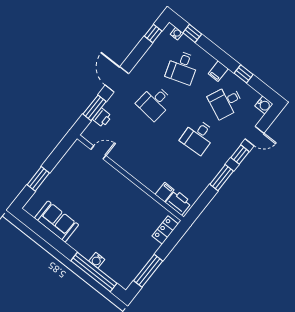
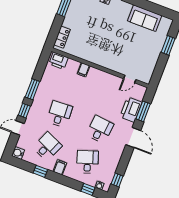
printer: (102, 118) -> (131, 110), width x1.87, depth x1.48
filing cabinet: (165, 192) -> (84, 70), moved

